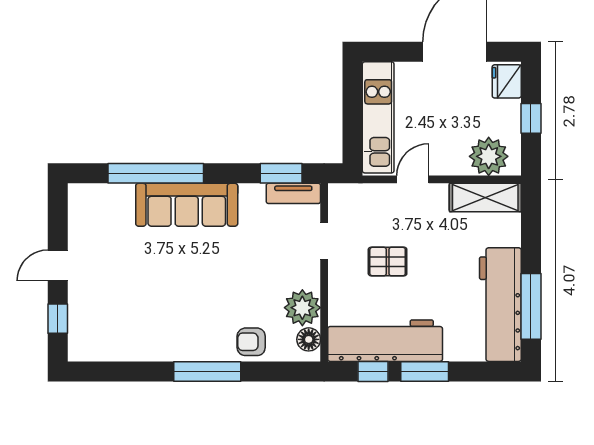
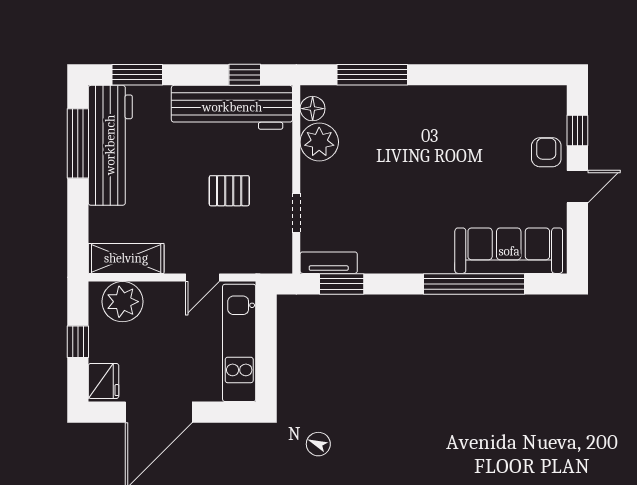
sofa: (187, 205) -> (509, 251), moved
armchair: (251, 342) -> (546, 152), moved, turned -90
window: (207, 371) -> (372, 75), moved
window: (425, 371) -> (137, 75), moved

